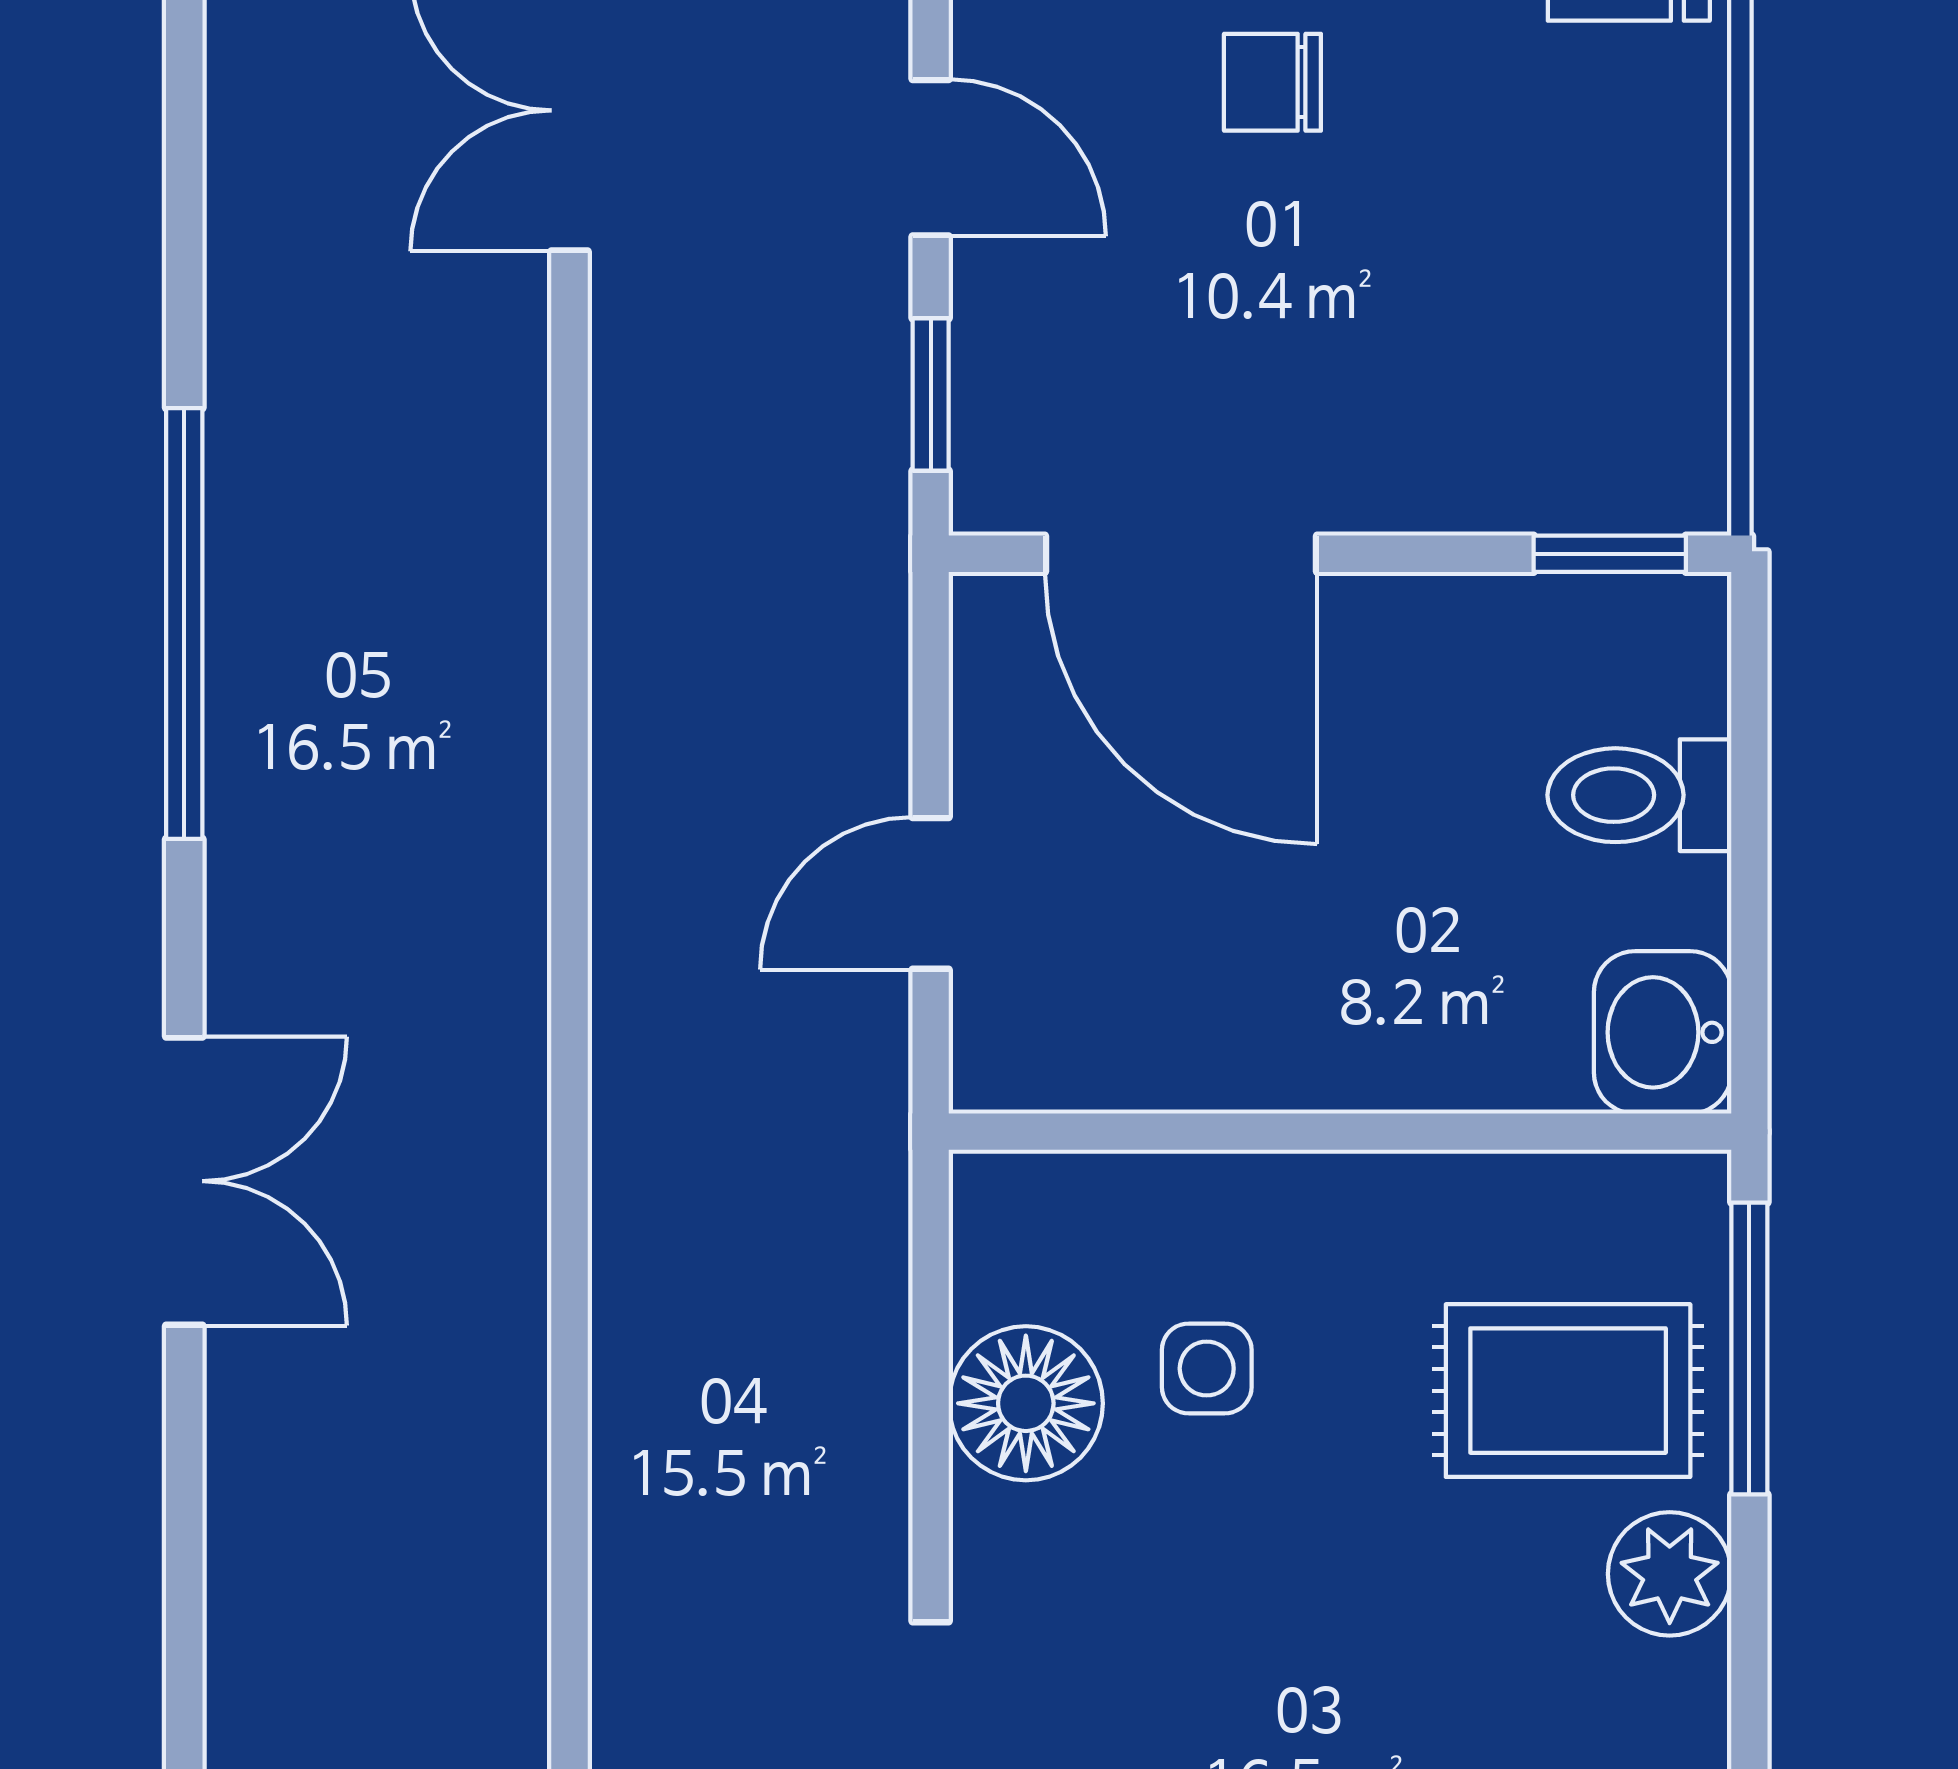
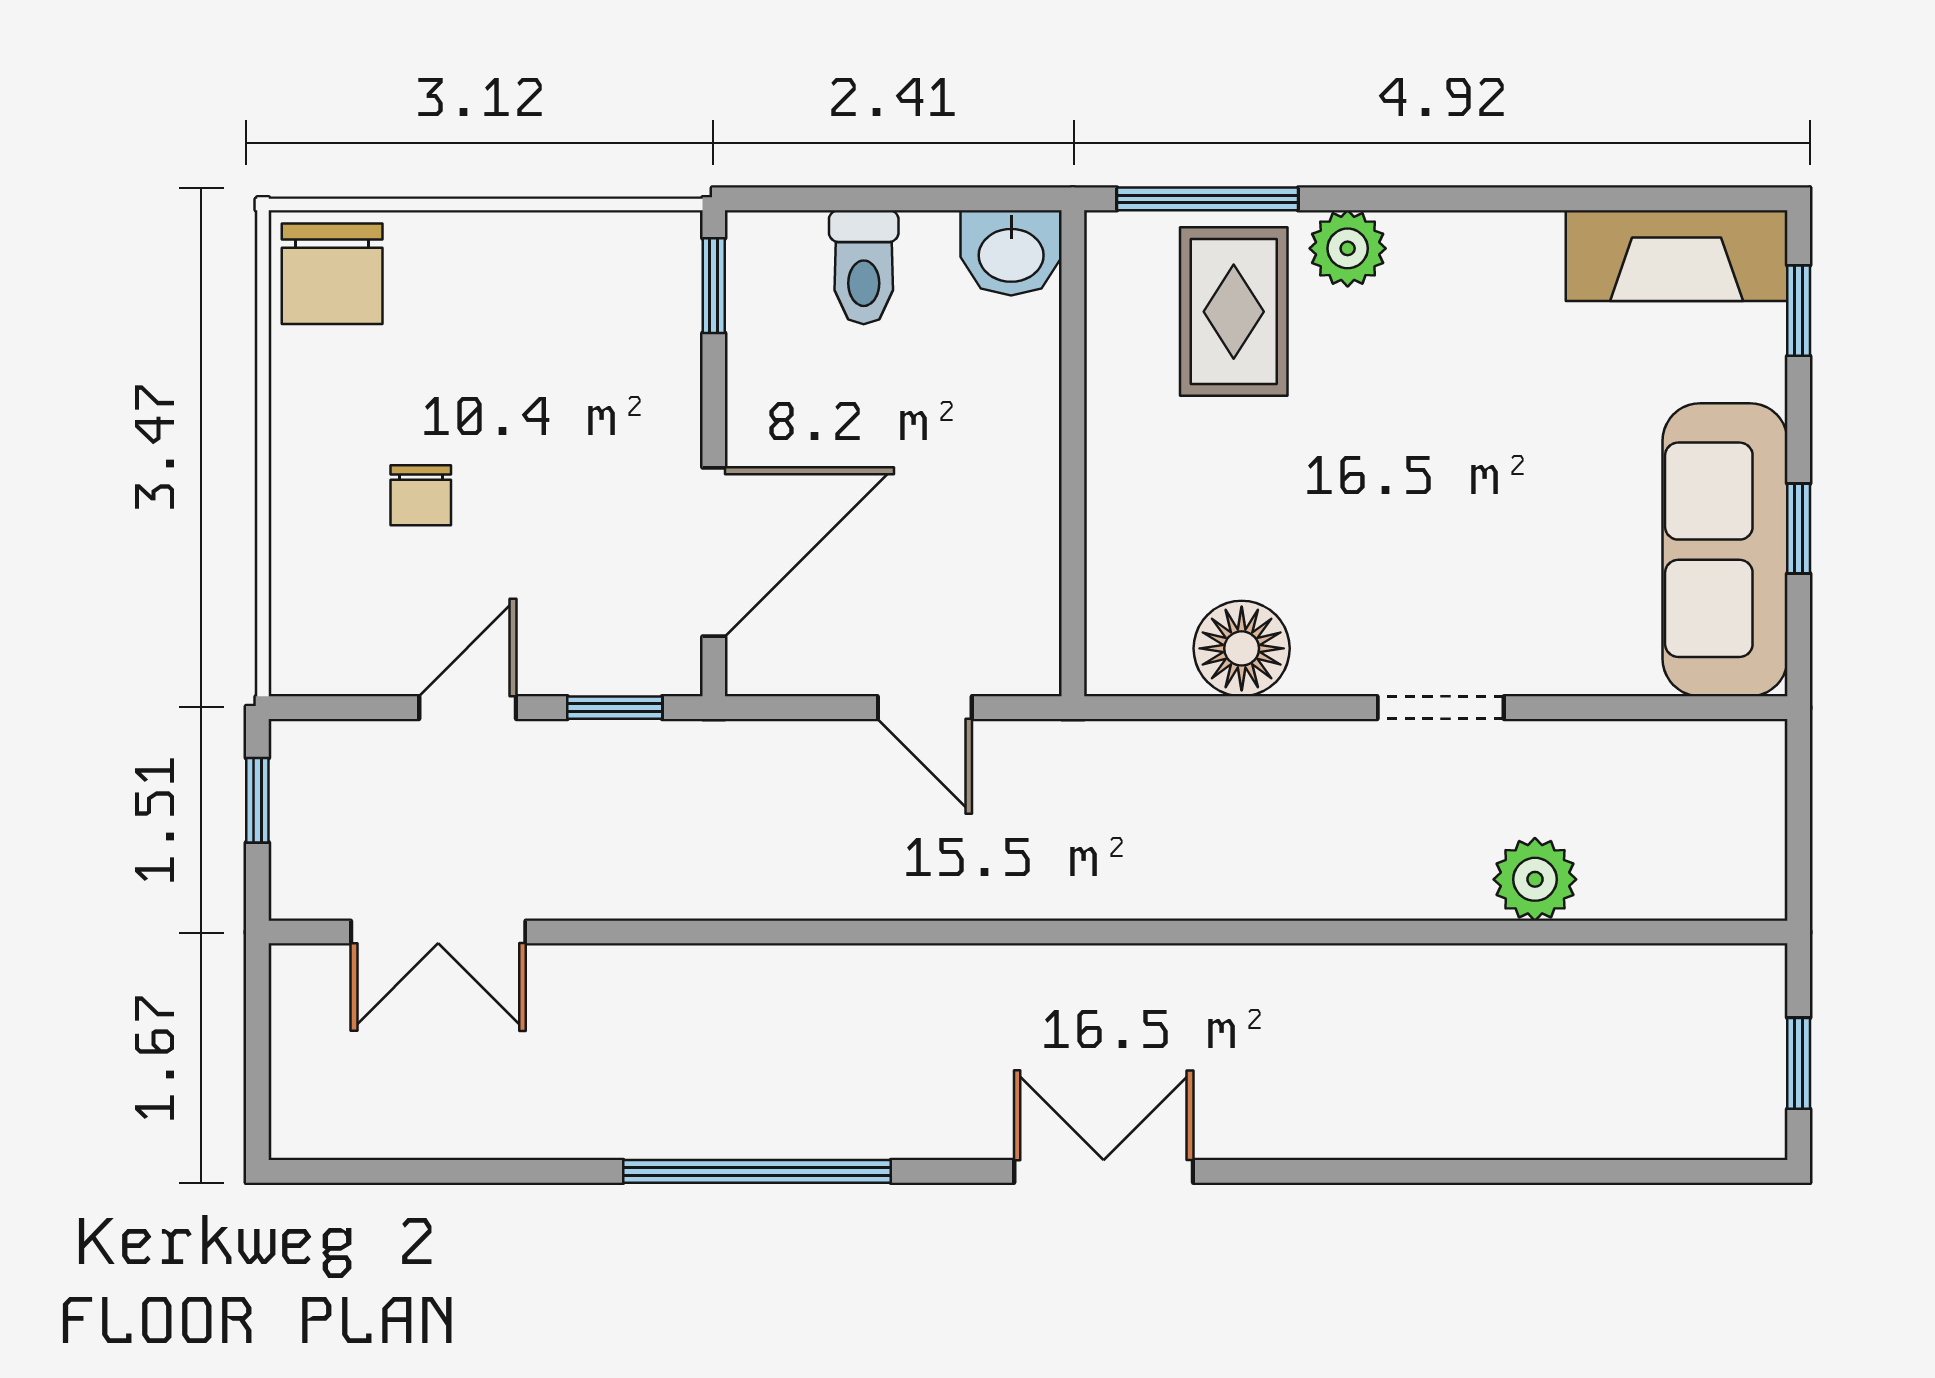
side table: (1207, 1368) -> (1220, 536), removed

